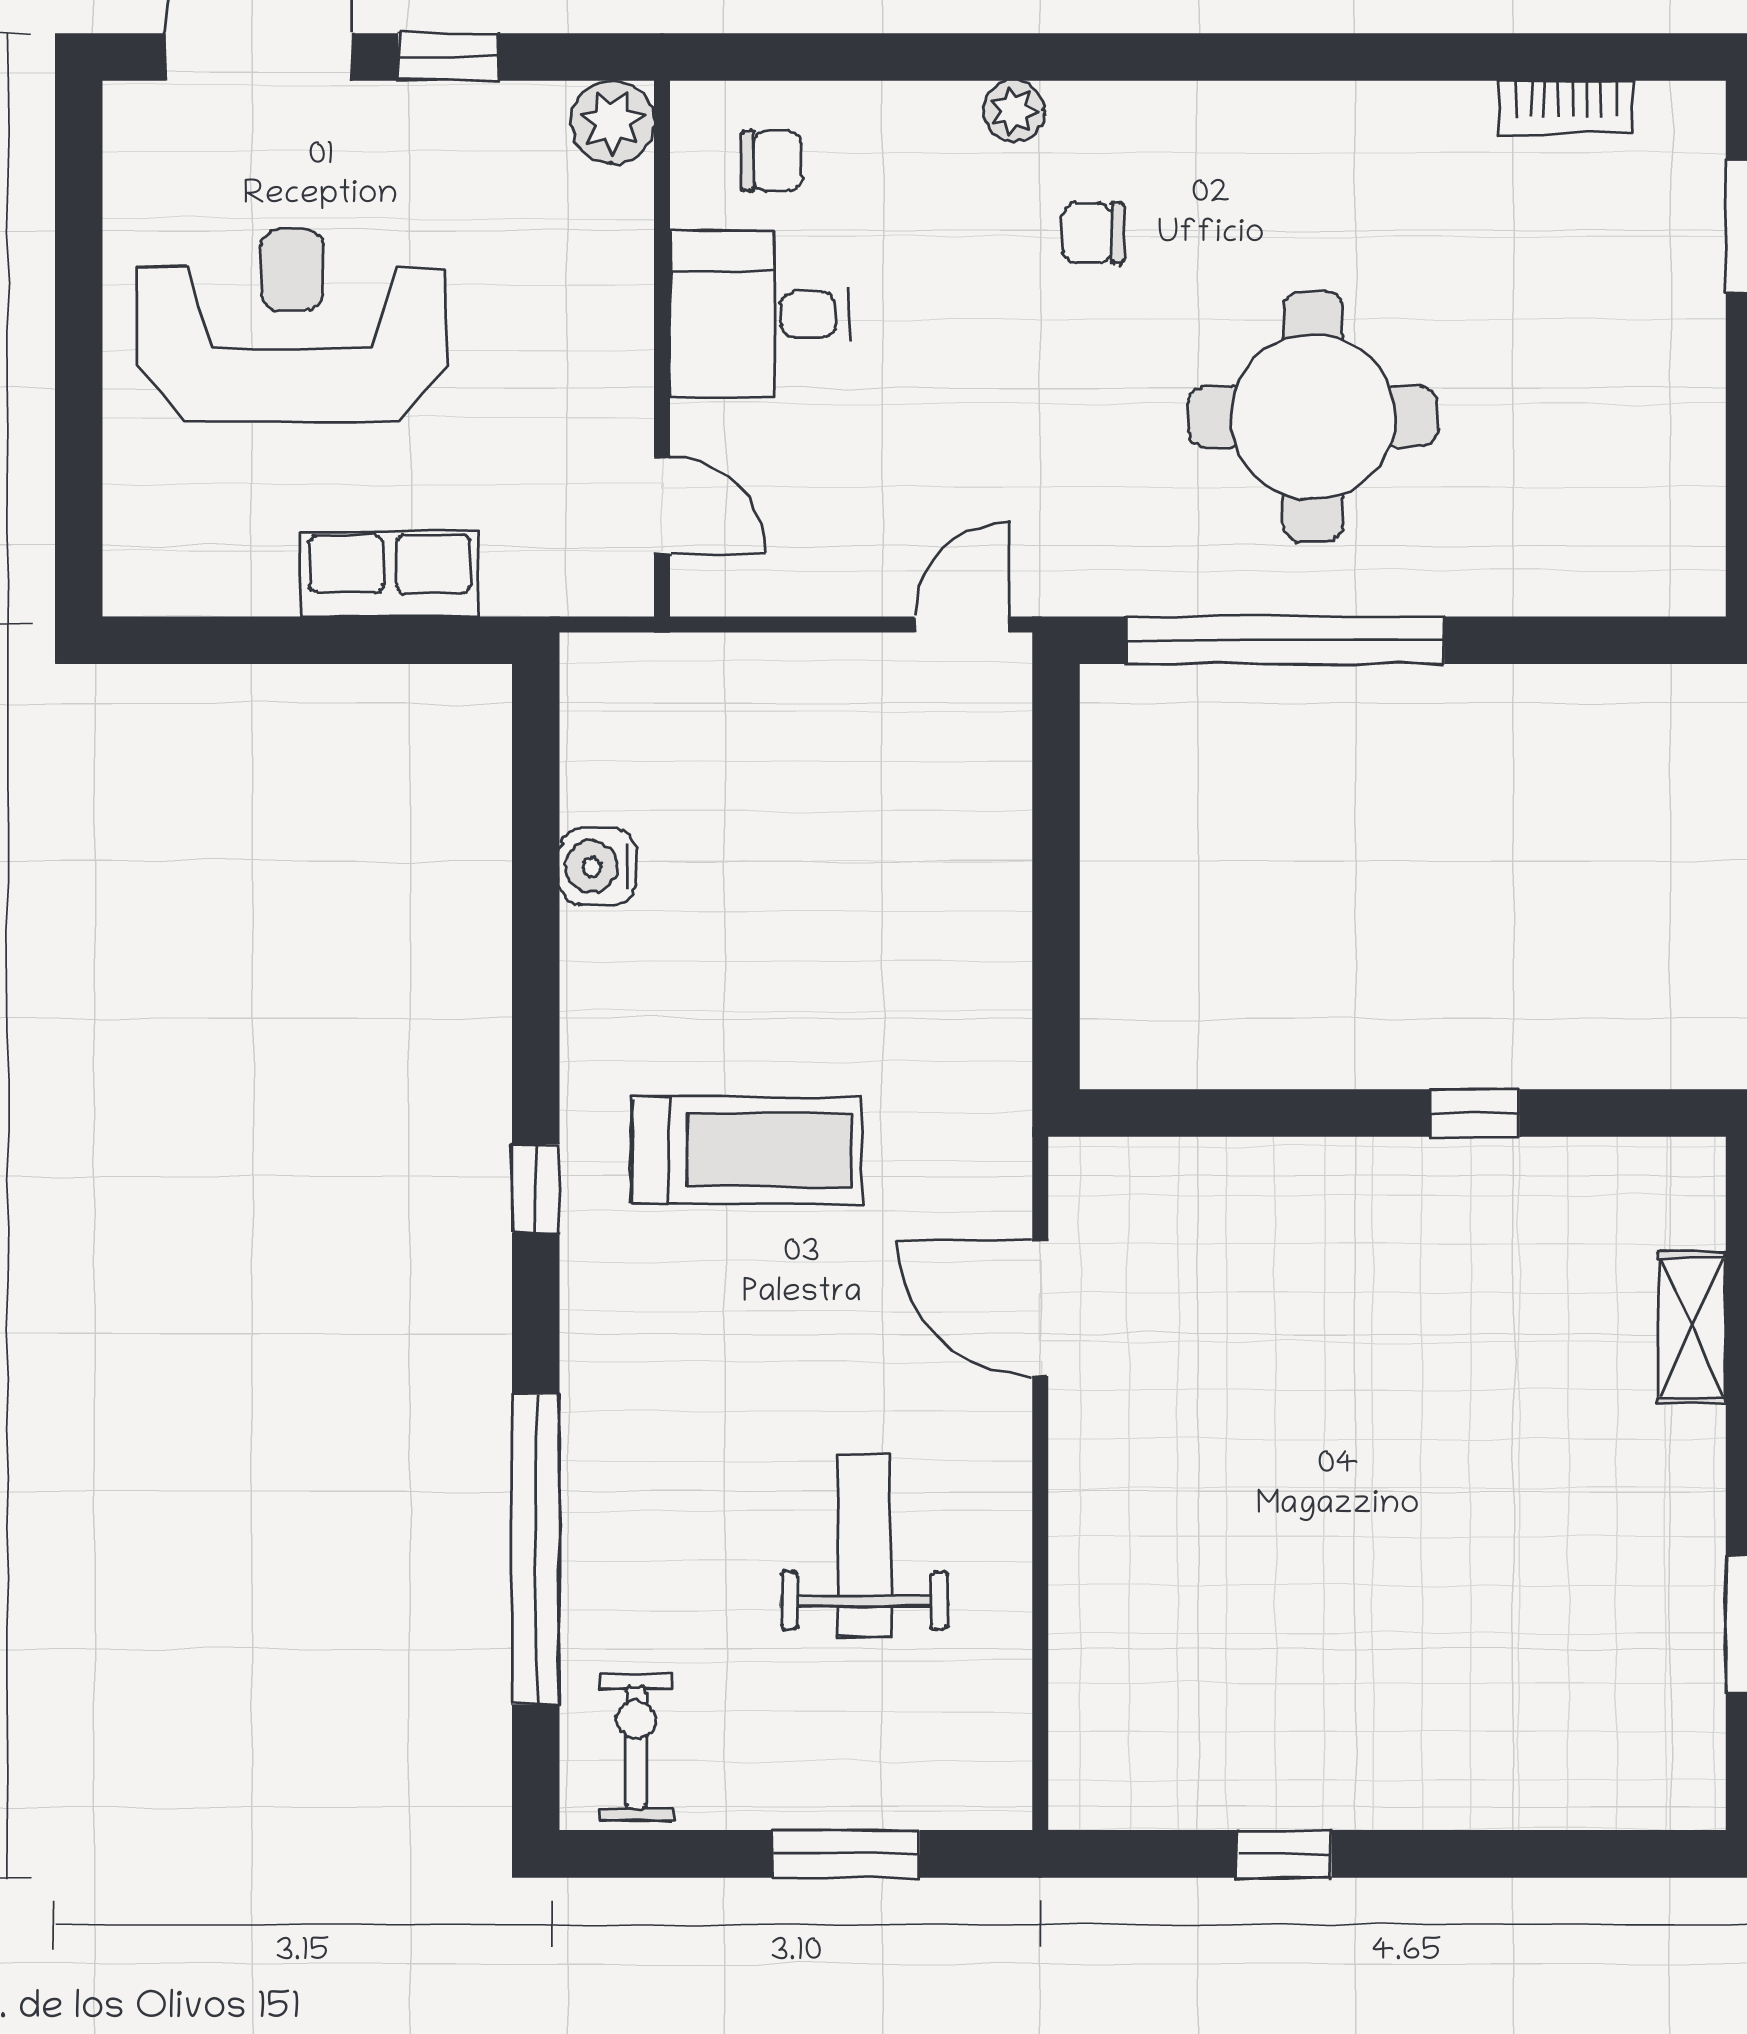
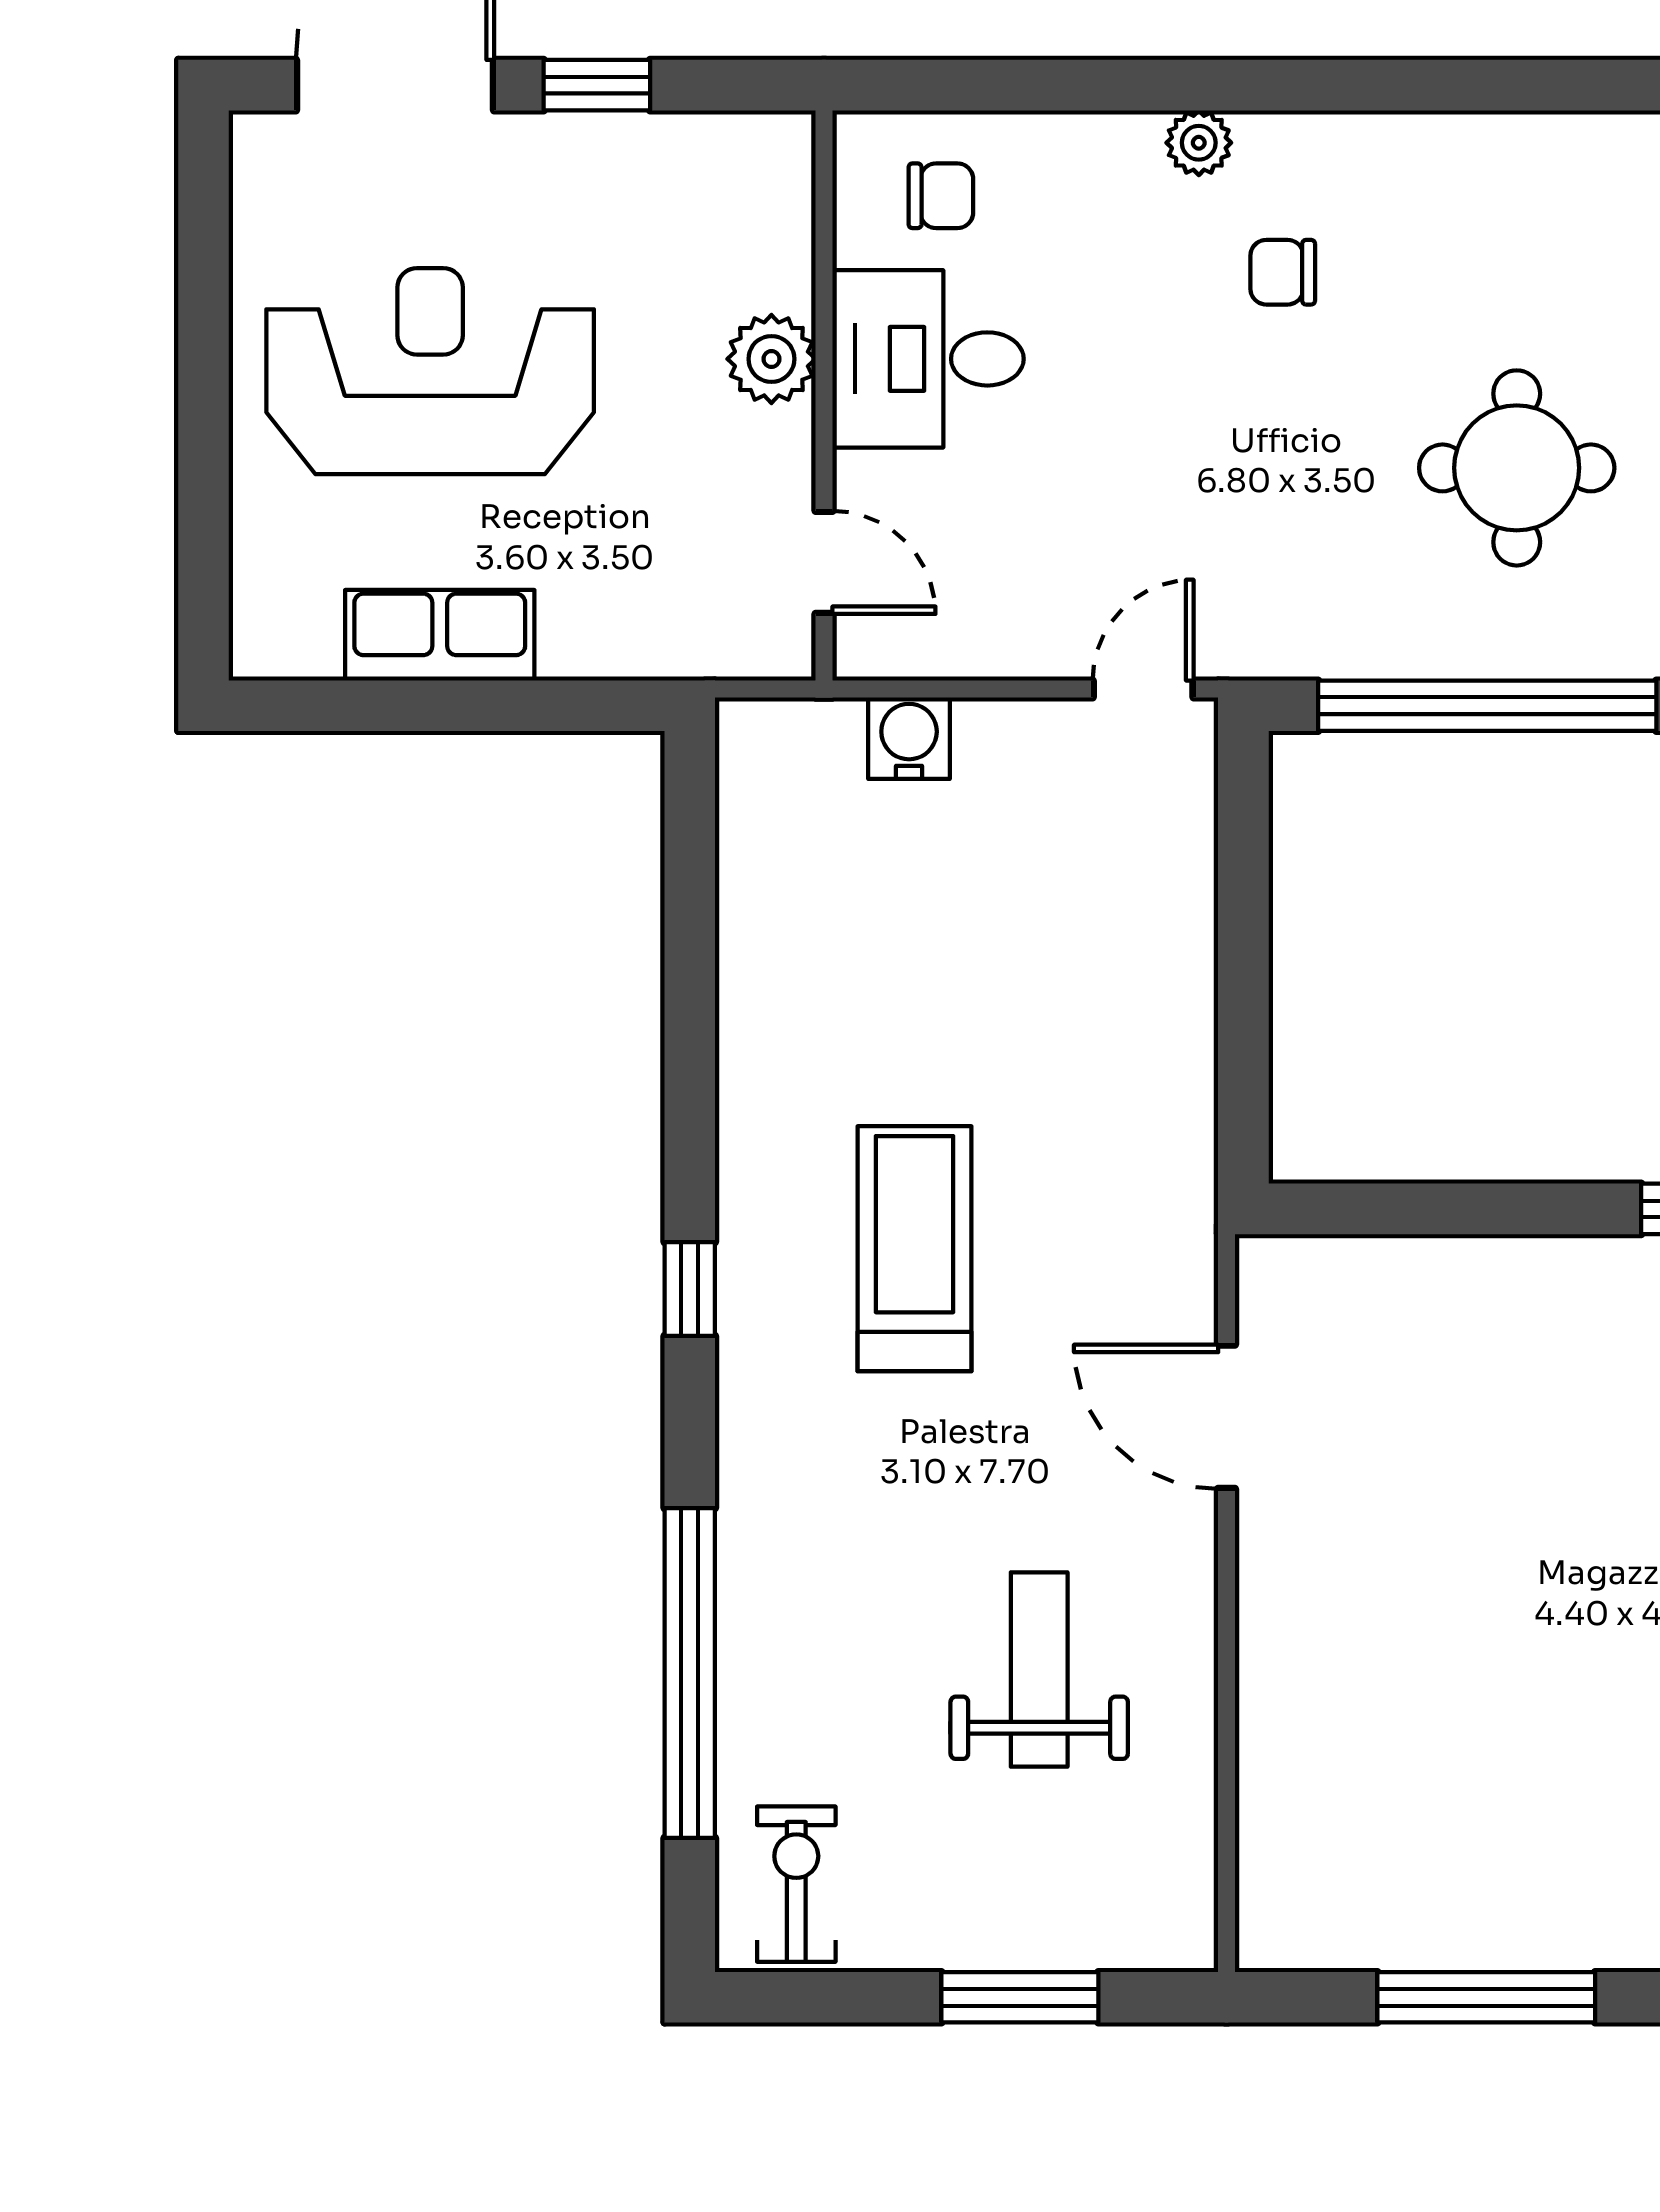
plant: (613, 122) -> (771, 359), moved
round table: (1313, 417) -> (1517, 468), width x0.73, depth x0.73
row of seats: (389, 574) -> (440, 635), moved
water cooler: (598, 867) -> (909, 738), moved, turned 90
treadmill: (747, 1150) -> (914, 1249), turned -90
window: (1284, 1854) -> (1486, 1997), width x2.17

